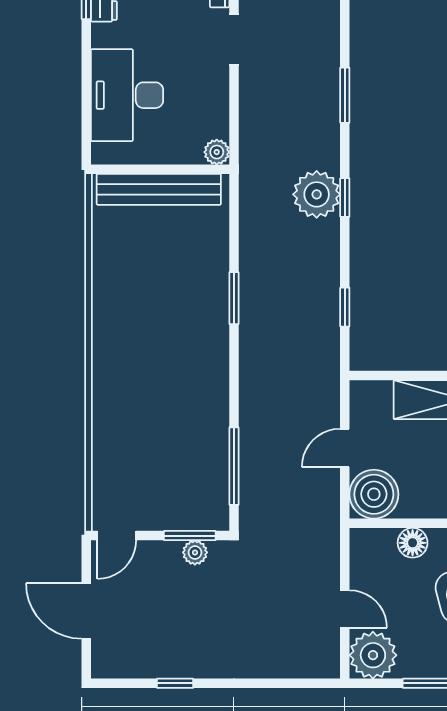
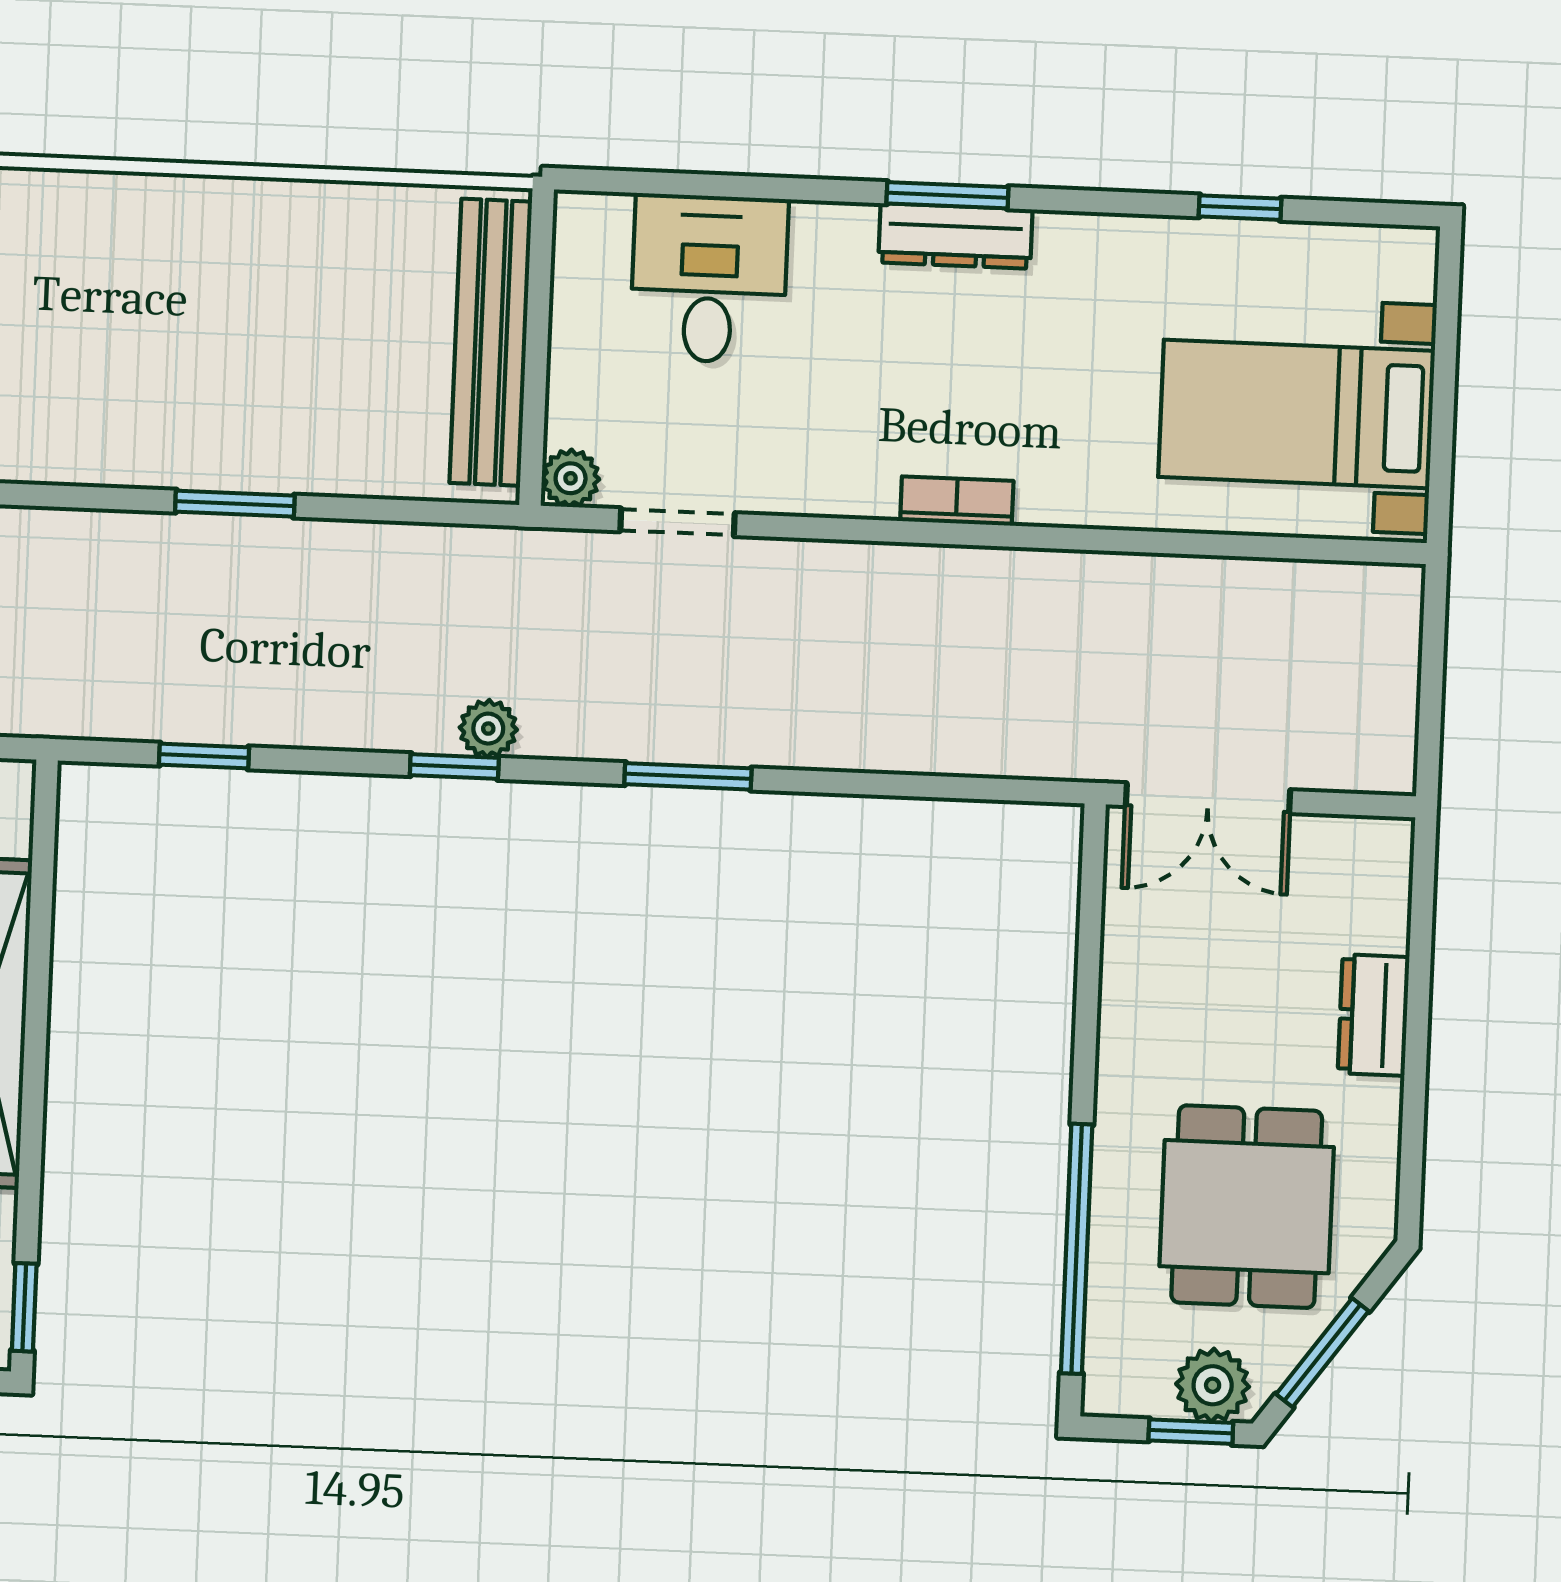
doorway: (234, 40) -> (677, 522), moved
desk: (127, 95) -> (709, 279), width x0.73
plant: (317, 194) -> (488, 729), width x0.53, depth x0.53

